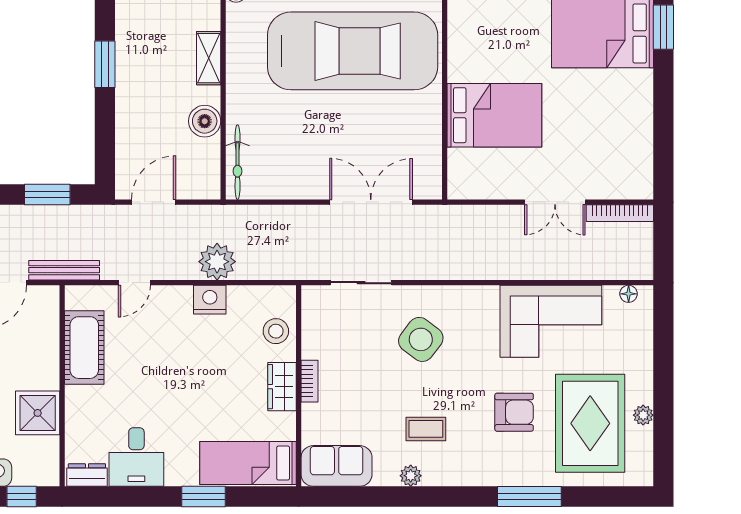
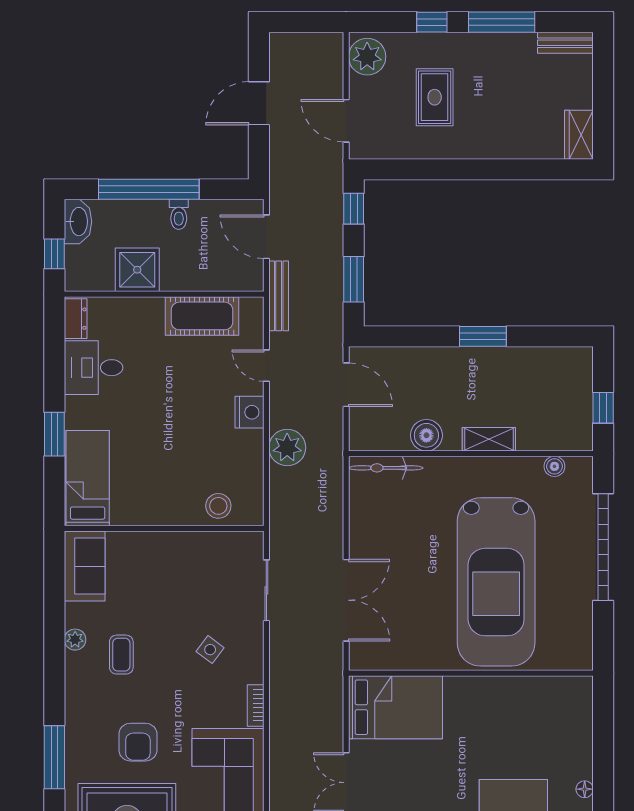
bed: (494, 115) -> (396, 707), moved, turned -90
nightstand: (210, 300) -> (250, 412), moved
side table: (421, 339) -> (210, 650), width x0.54, depth x0.54
bookcase: (310, 381) -> (256, 705), moved, turned 90
wardrobe: (282, 387) -> (163, 512), removed

